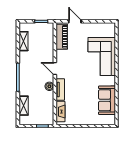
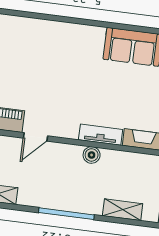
corner sofa: (102, 57) -> (47, 46), removed
door: (55, 69) -> (35, 137), moved

